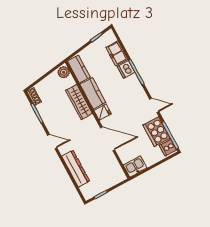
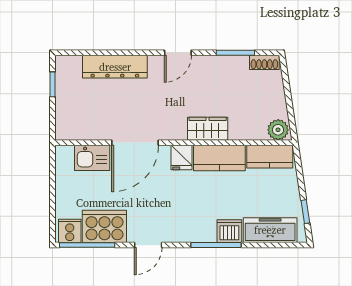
freezer: (117, 53) -> (270, 230), width x1.40
wardrobe: (79, 102) -> (208, 129), width x0.67
kitchen sink: (135, 166) -> (92, 158), moved, turned 90

